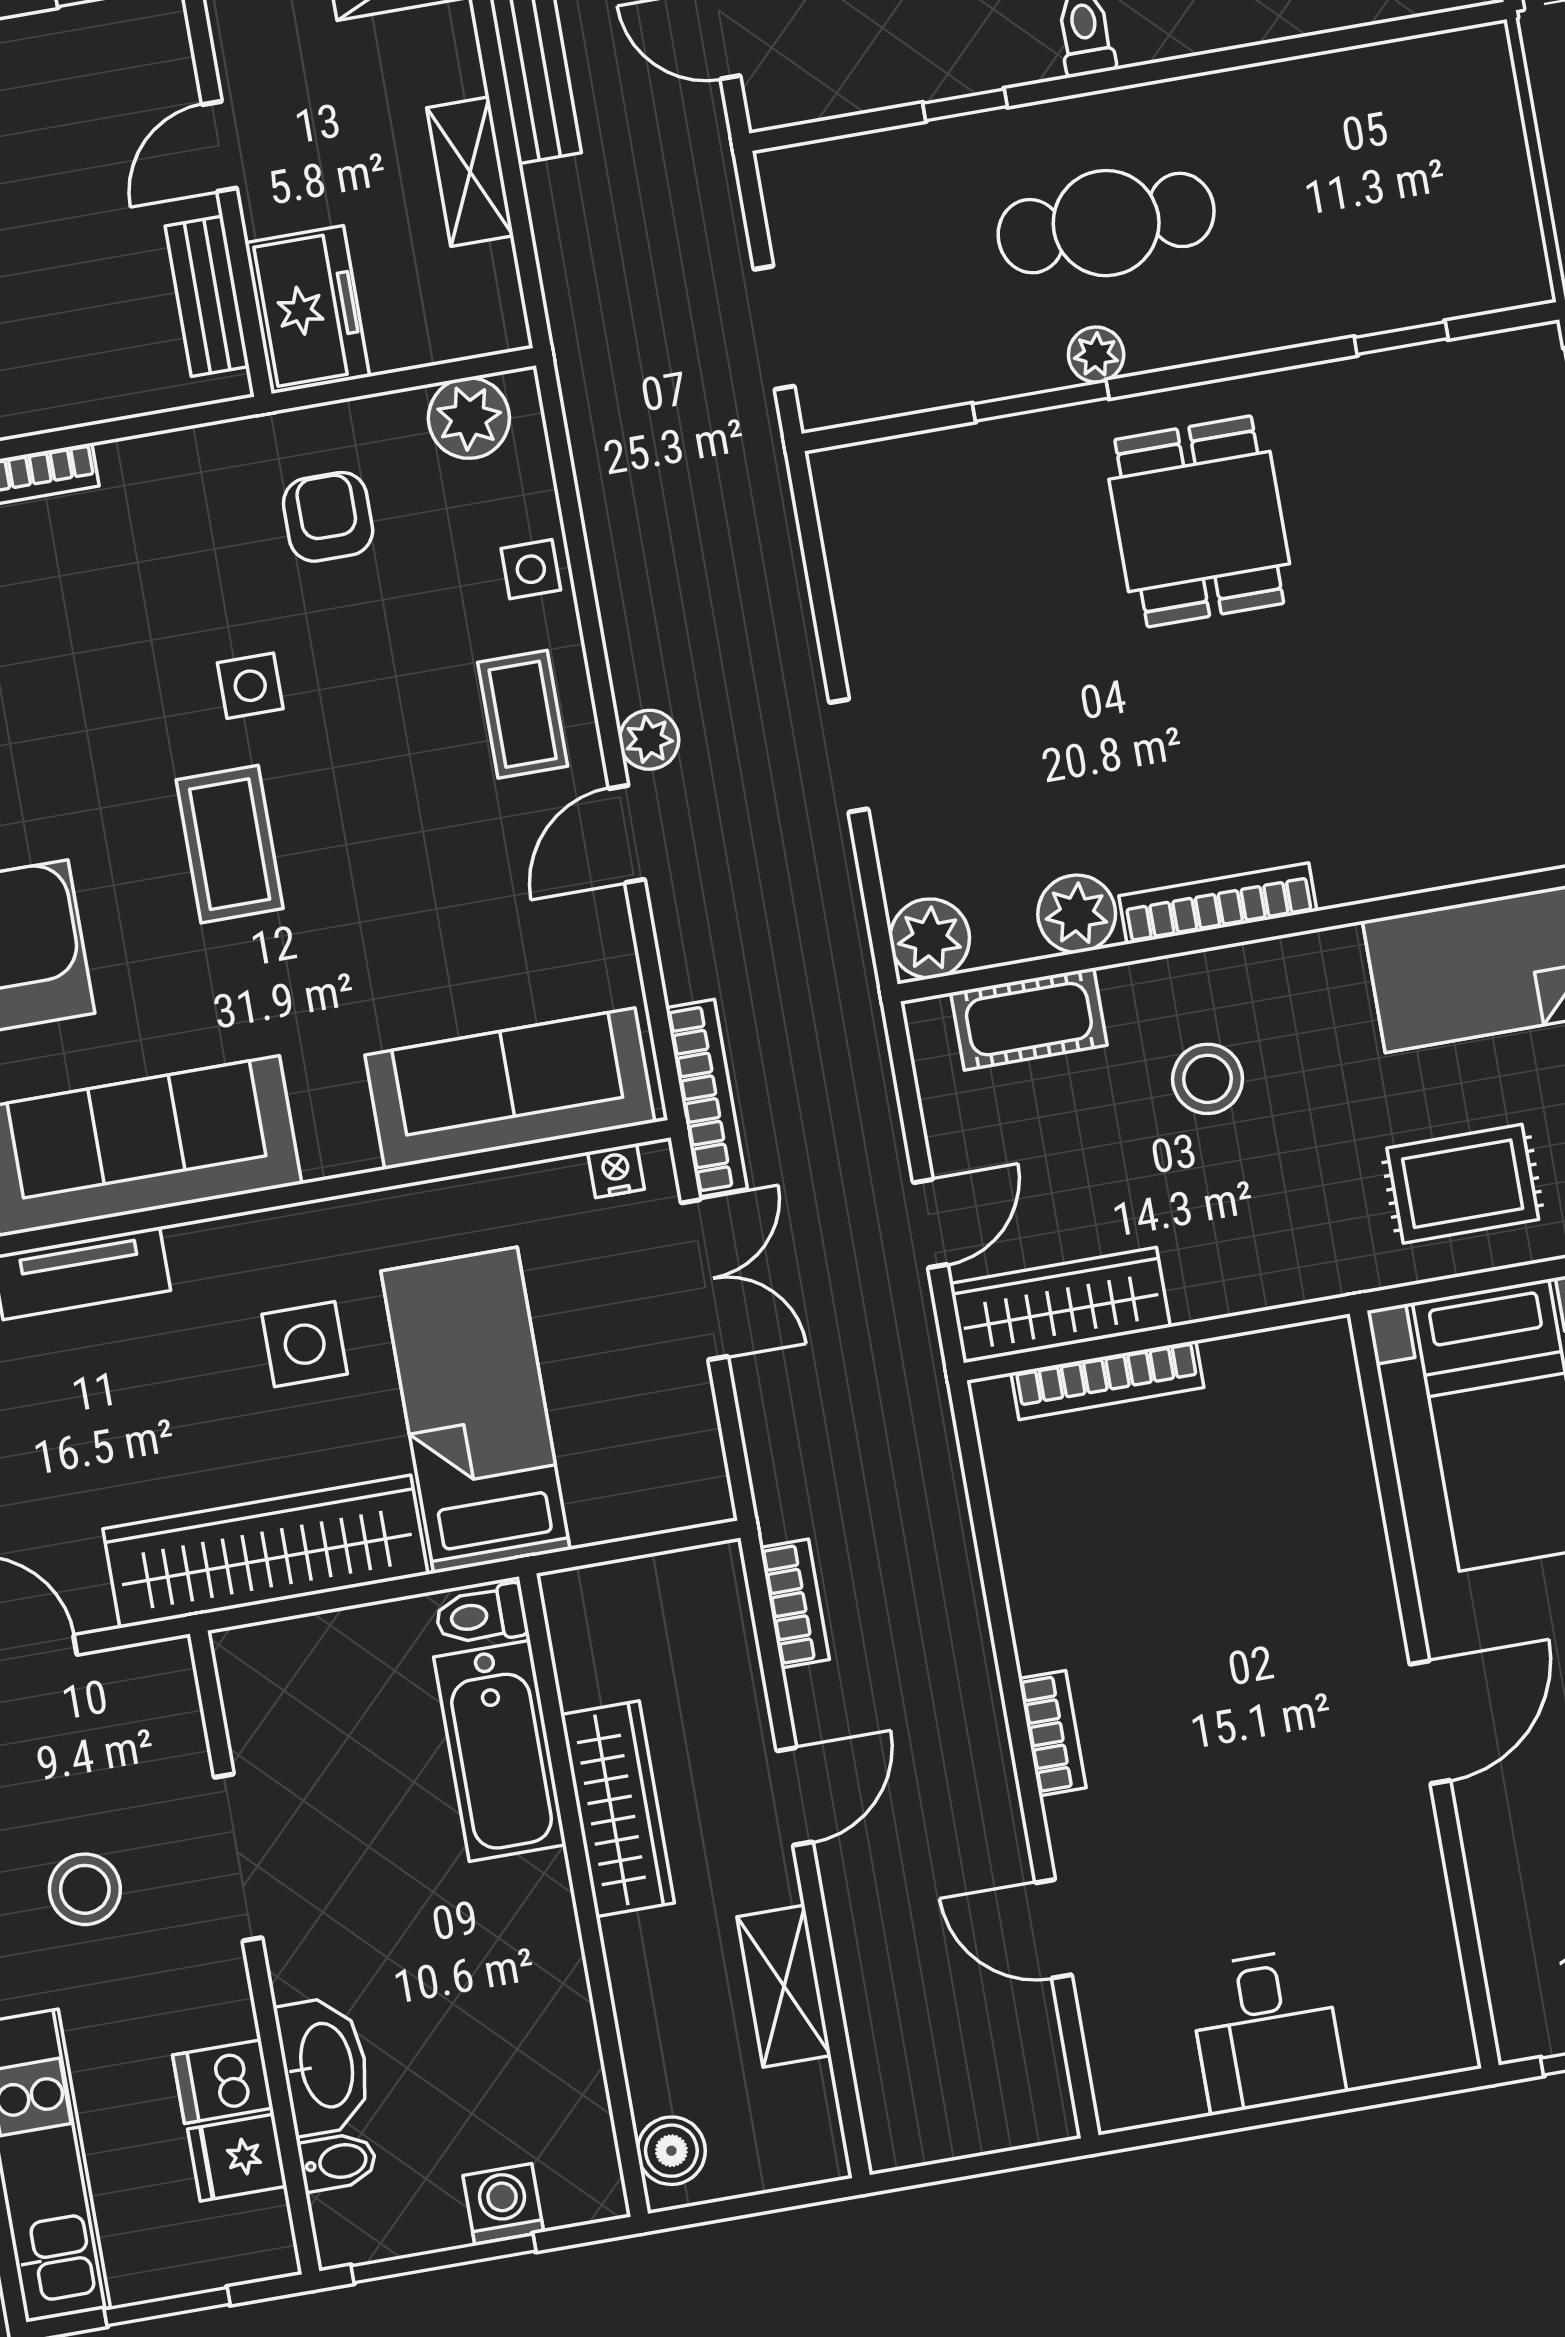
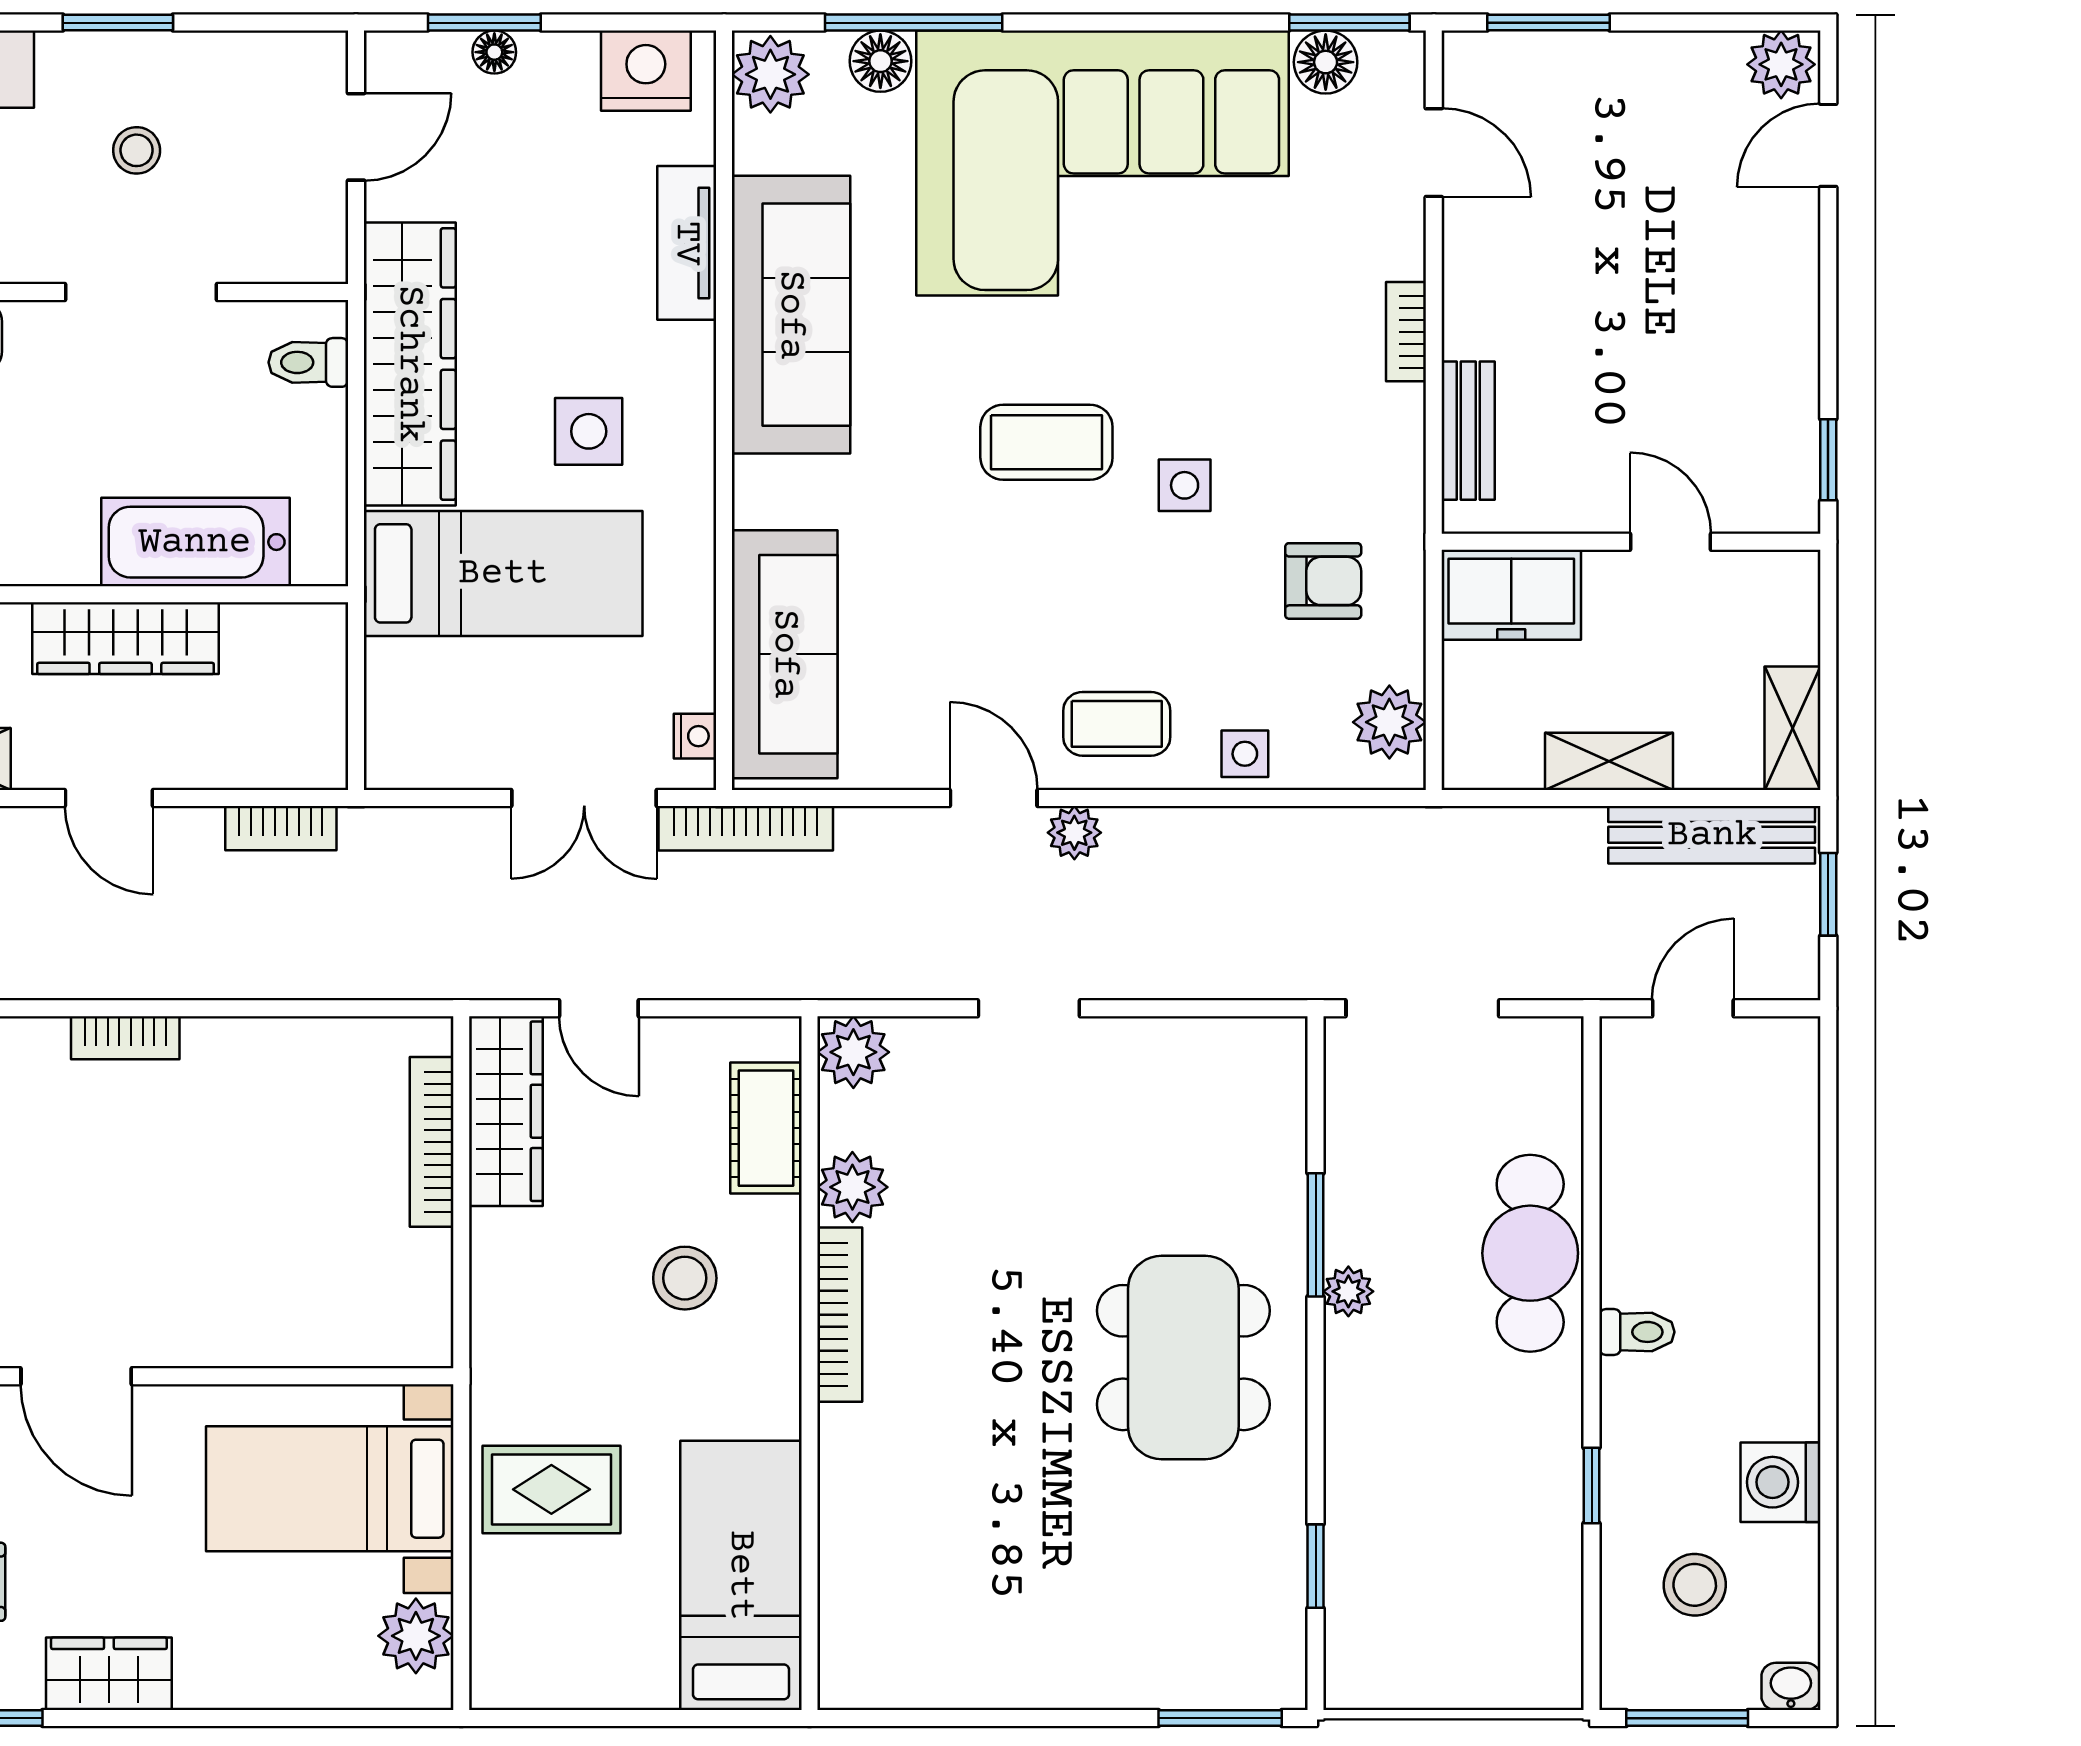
window: (965, 105) -> (1592, 1486), moved
cafe table: (1106, 223) -> (1530, 1253), moved
bench: (207, 296) -> (1468, 431), moved, turned 90
doorway: (774, 328) -> (1422, 1008), width x1.38
dining table: (1199, 521) -> (1183, 1358), width x1.37
rug: (1463, 1184) -> (551, 1489), turned 90
toilet: (481, 1615) -> (308, 362), moved, turned -90
stool: (85, 1889) -> (137, 150), width x0.73, depth x0.73

